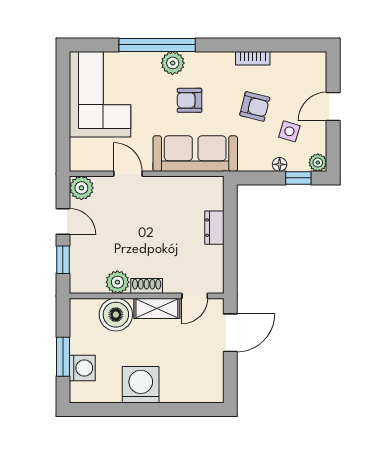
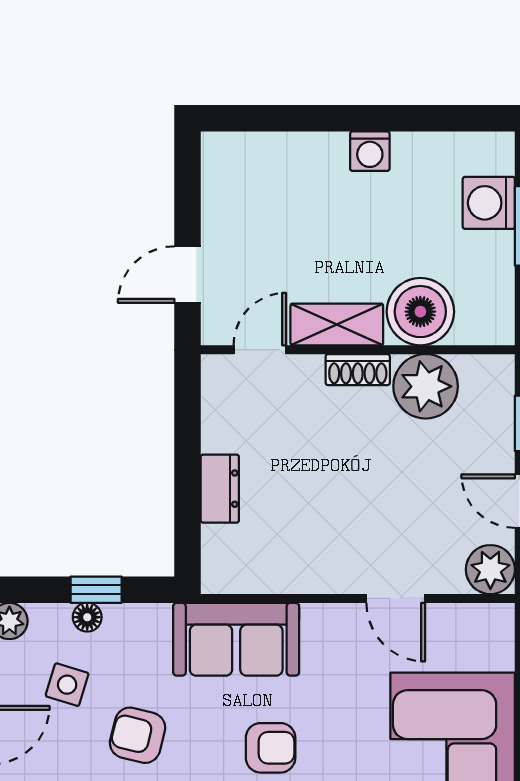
sofa: (195, 154) -> (236, 639), width x0.73
window: (298, 178) -> (96, 590), moved
plant: (117, 282) -> (426, 386), width x1.36, depth x1.36
door: (230, 333) -> (188, 275), width x0.73
washing machine: (141, 385) -> (370, 151), width x0.53, depth x0.53

